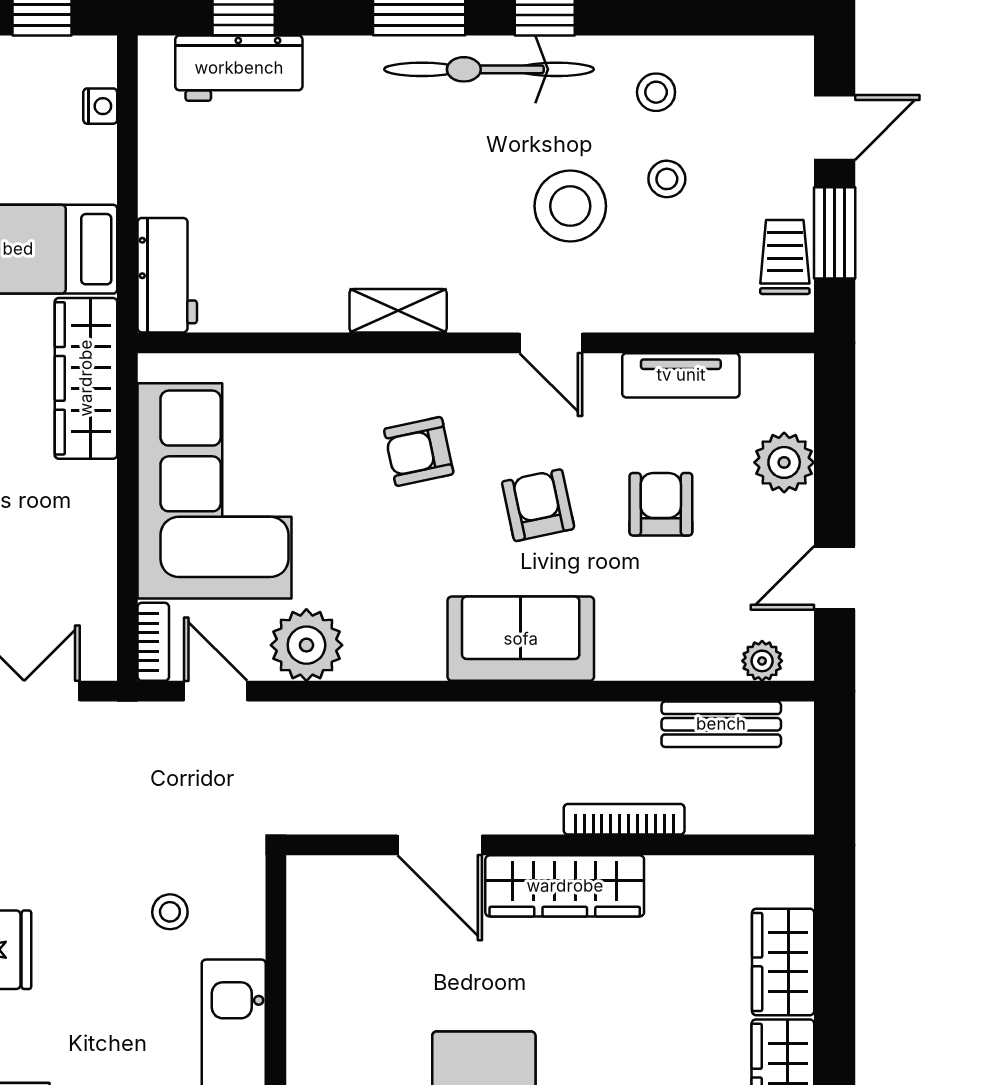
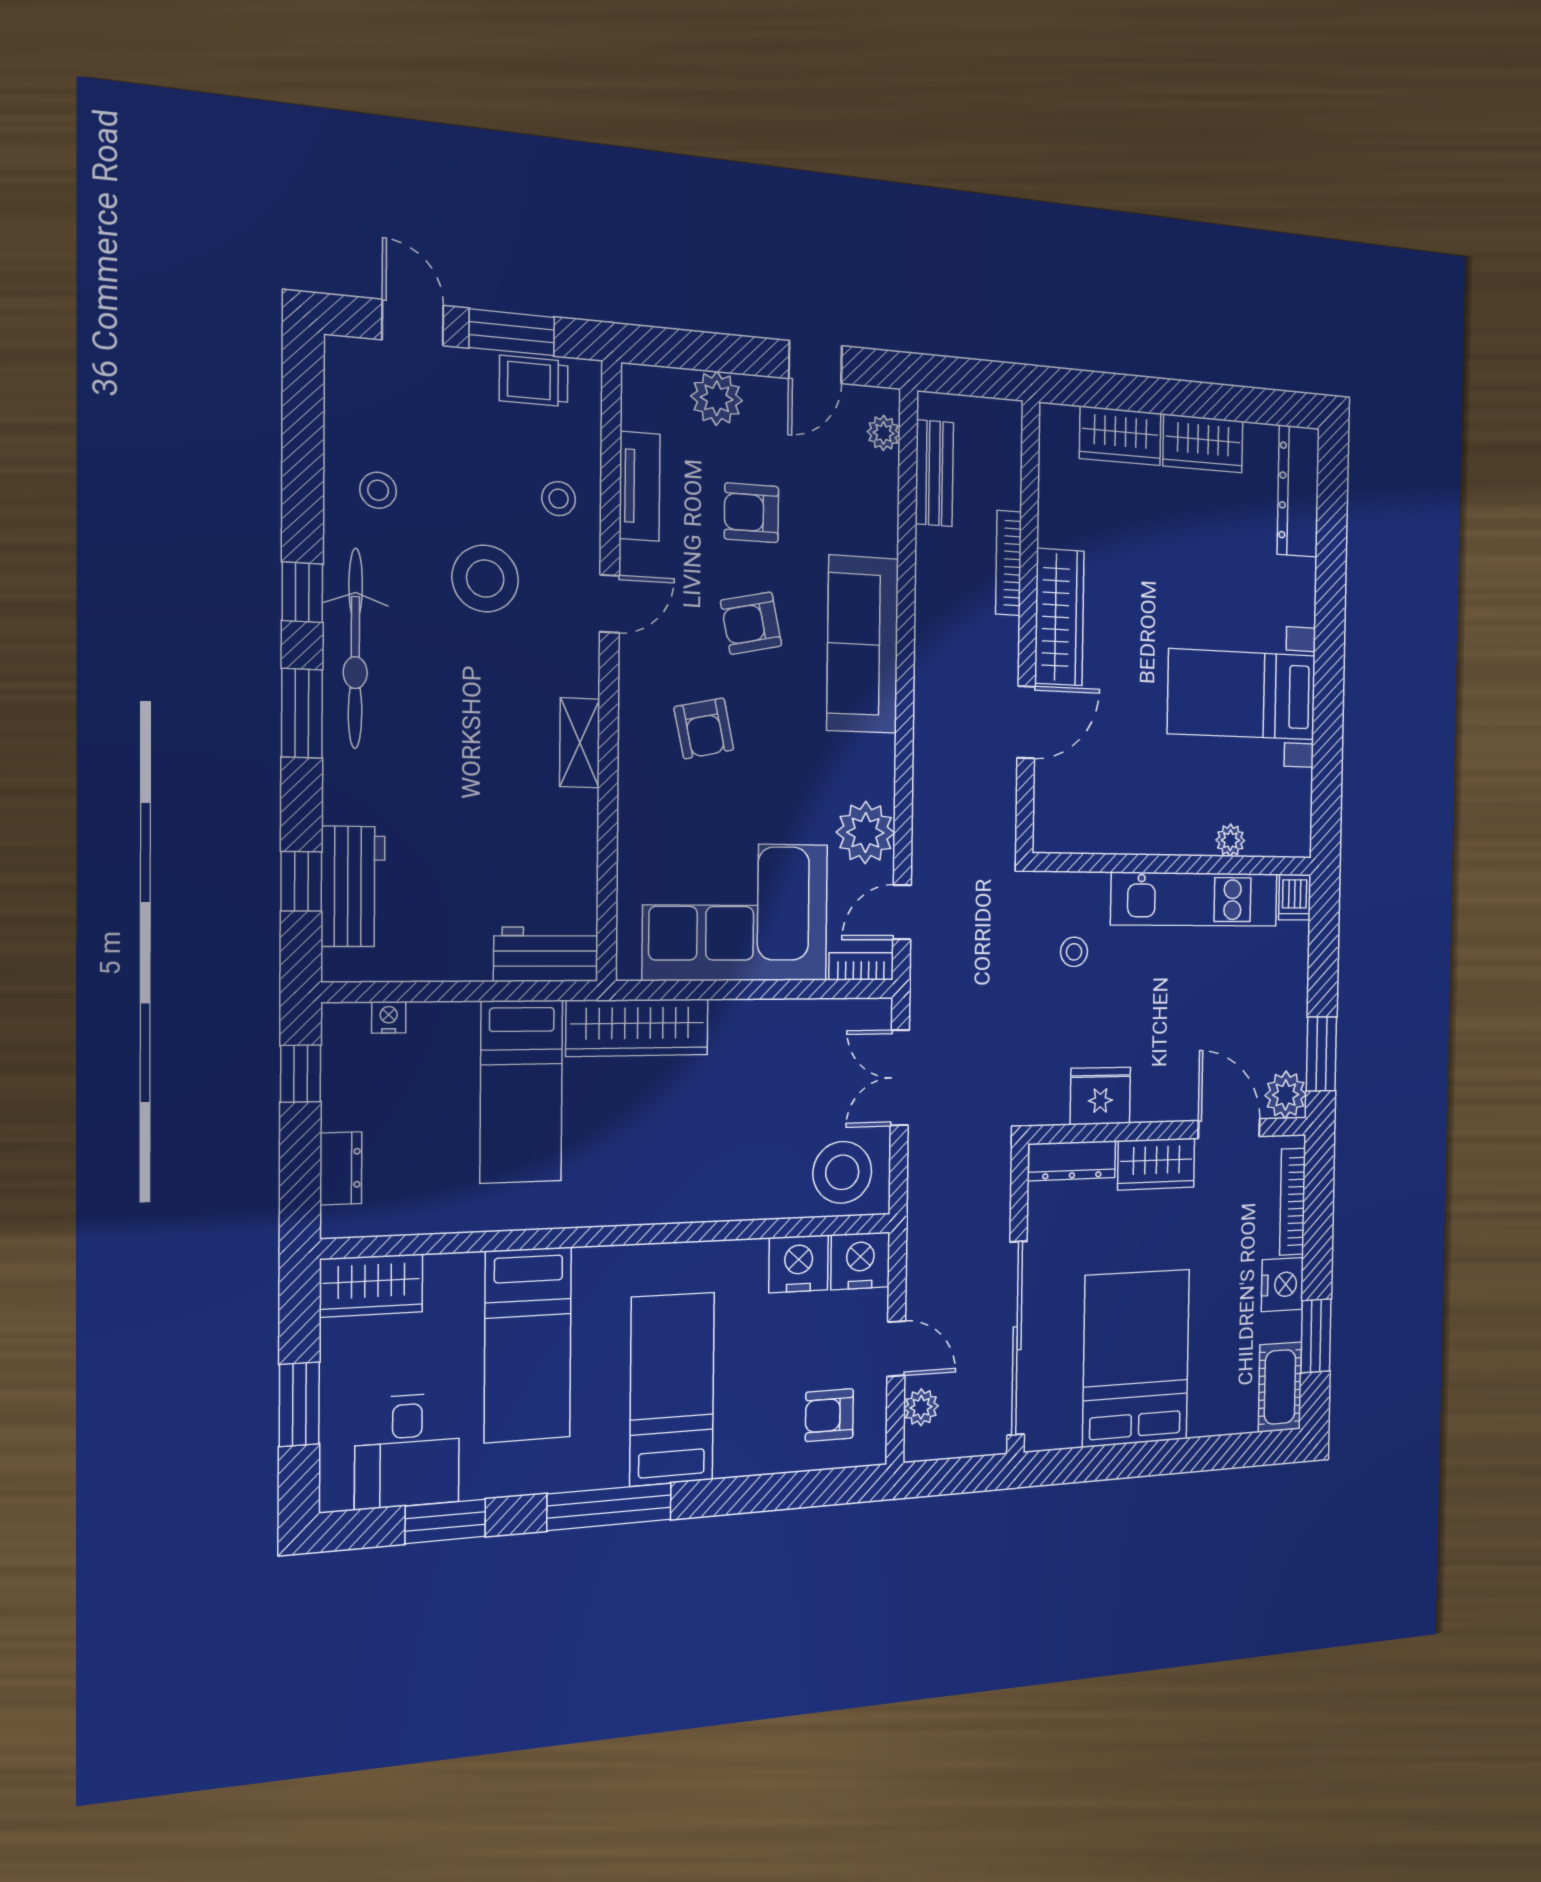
stool: (667, 179) -> (559, 499), moved
door: (835, 578) -> (815, 362), hinge flipped
sofa: (521, 639) -> (863, 644), width x1.36

